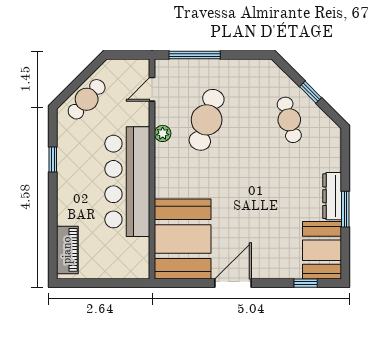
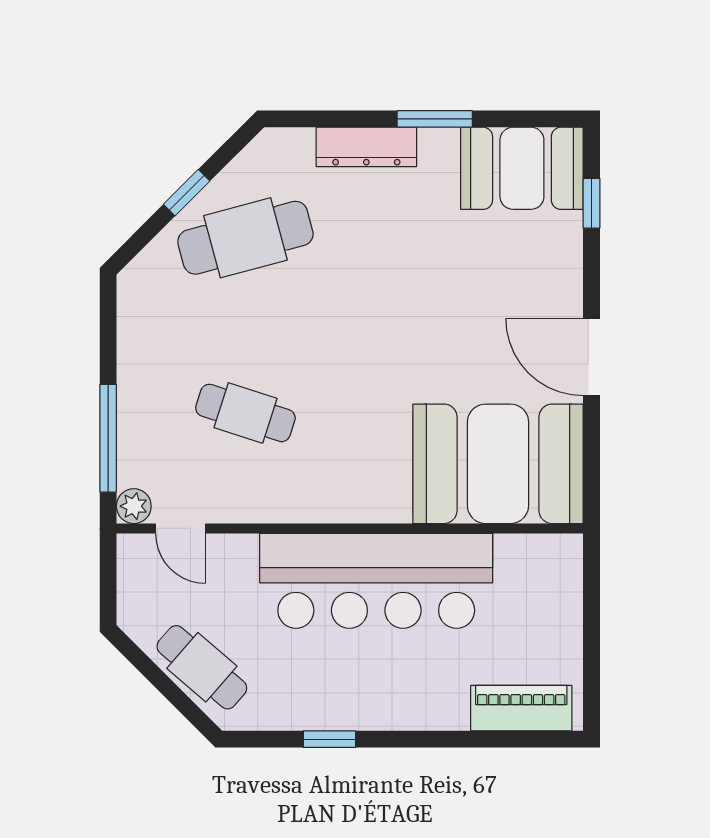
cafe table: (207, 120) -> (245, 413), width x0.73, depth x0.74
cafe table: (289, 120) -> (245, 238), width x1.37, depth x1.35
plant: (163, 133) -> (134, 506), moved
dresser: (332, 196) -> (366, 147), moved

